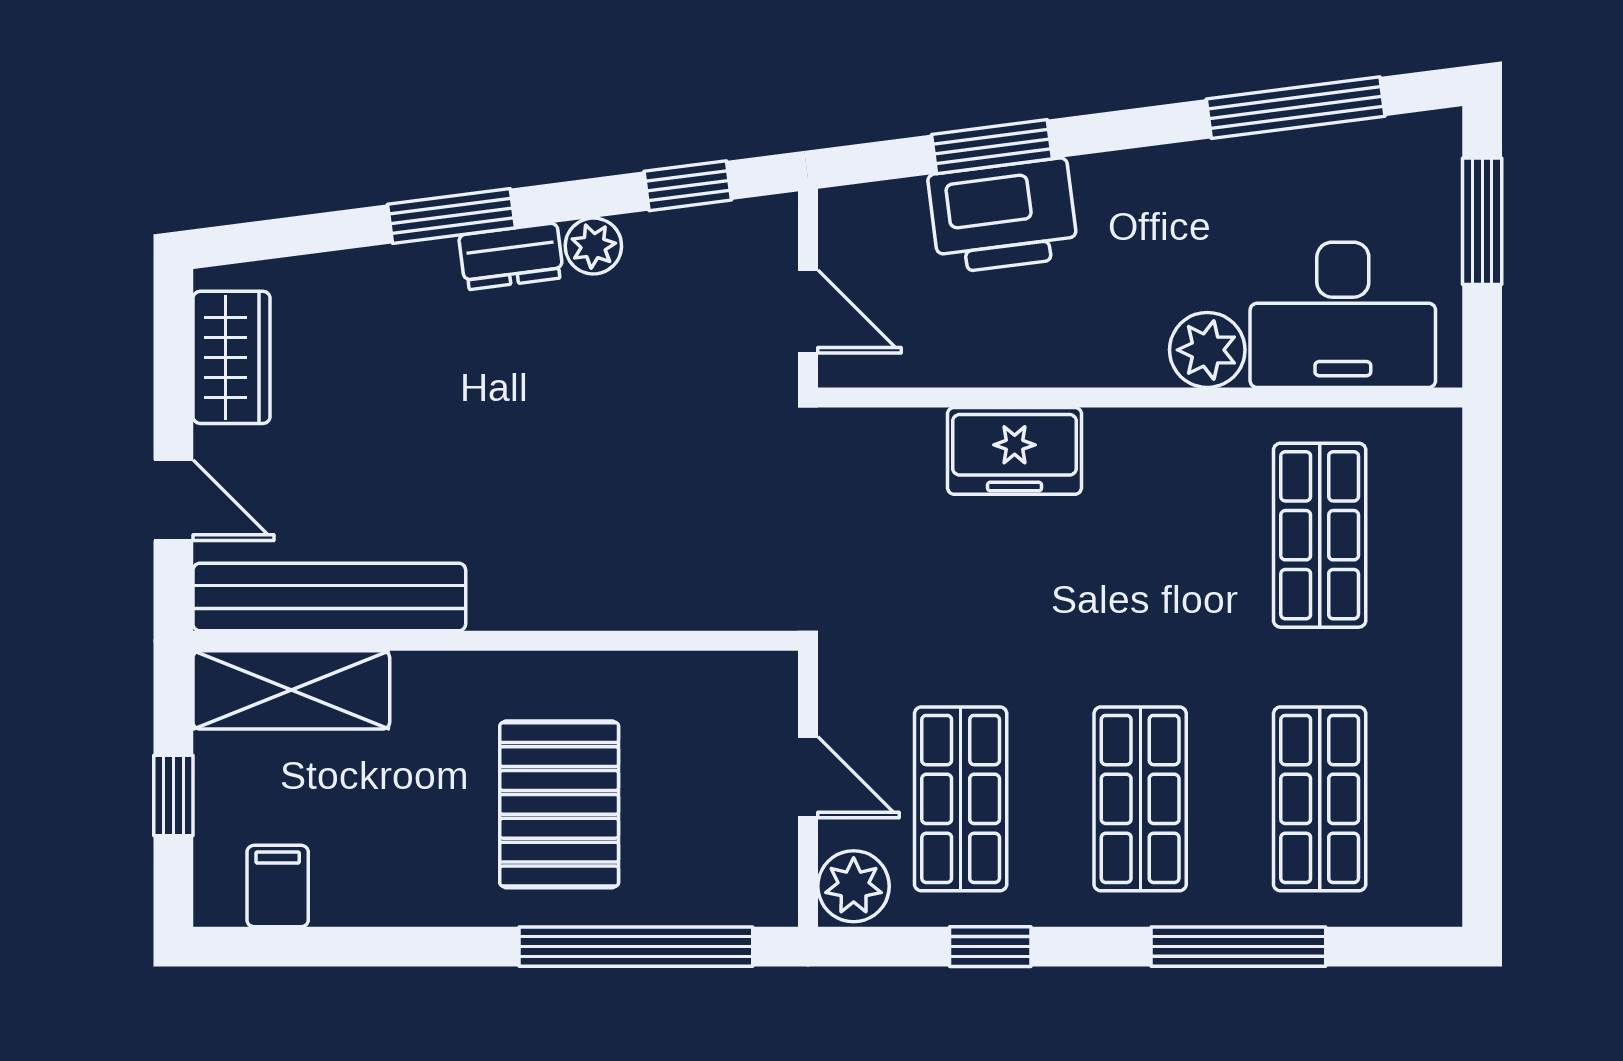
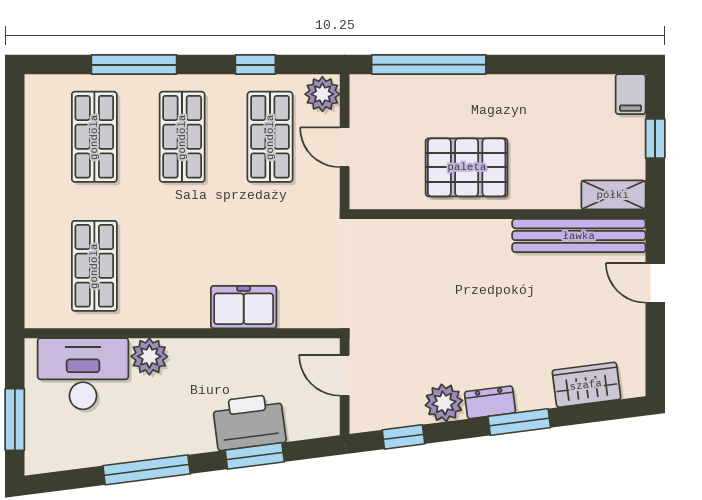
window: (1296, 108) -> (147, 470), moved
plant: (593, 246) -> (444, 403), width x1.38, depth x1.38
wardrobe: (232, 357) -> (586, 385), moved, turned 83
shelving: (291, 690) -> (613, 195), width x0.67, depth x0.75
pallet: (559, 804) -> (467, 167), moved, turned 90
filing cabinet: (278, 886) -> (631, 94), moved

